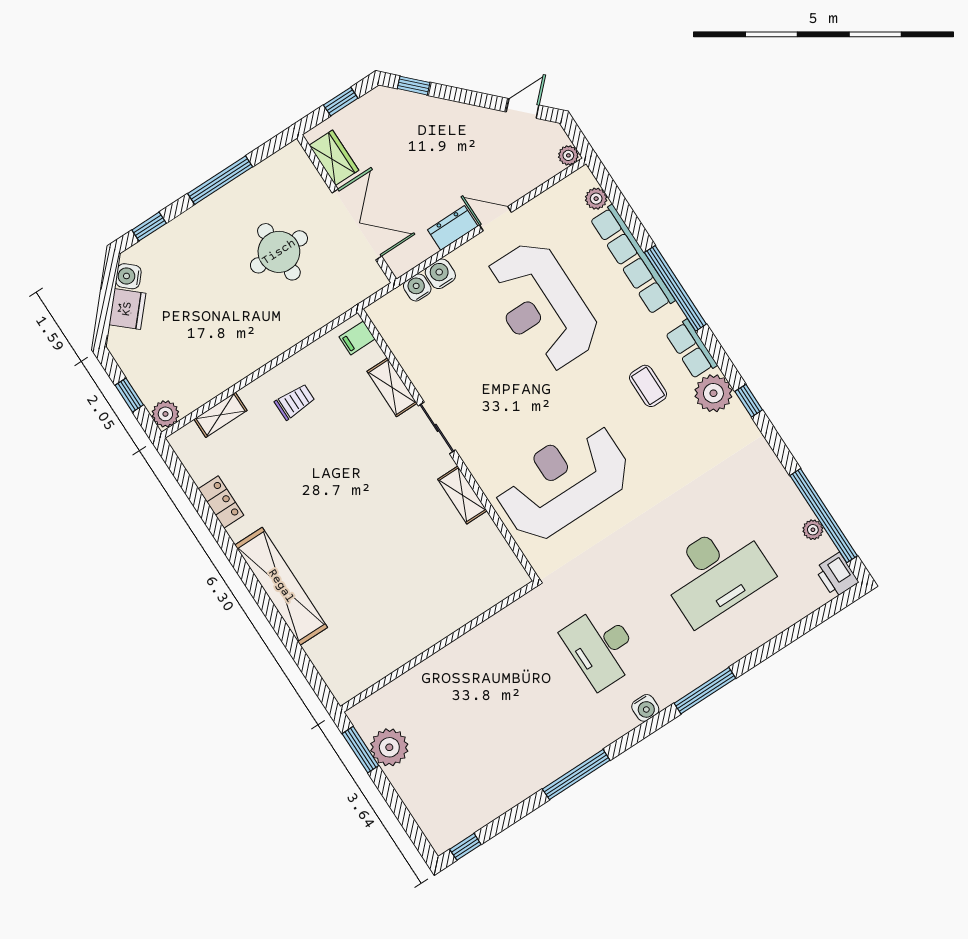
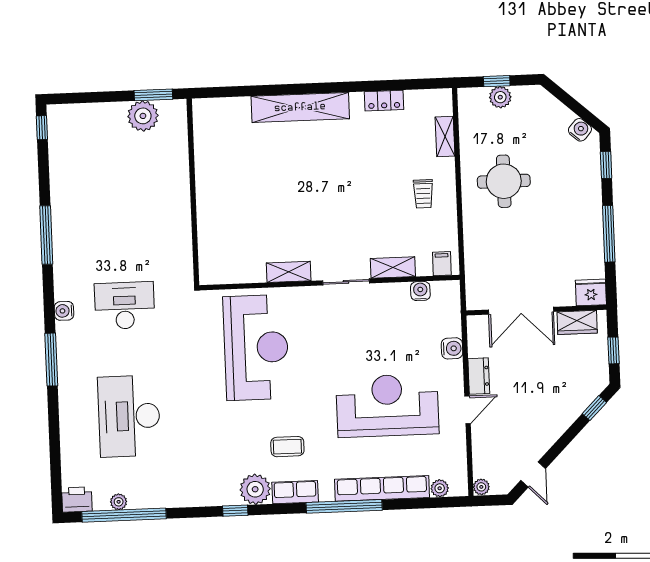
round table: (279, 252) -> (504, 181), moved
water cooler: (417, 287) -> (420, 291), moved, turned -90
fridge: (127, 309) -> (591, 292), moved, turned 138
plant: (165, 414) -> (500, 97), moved

